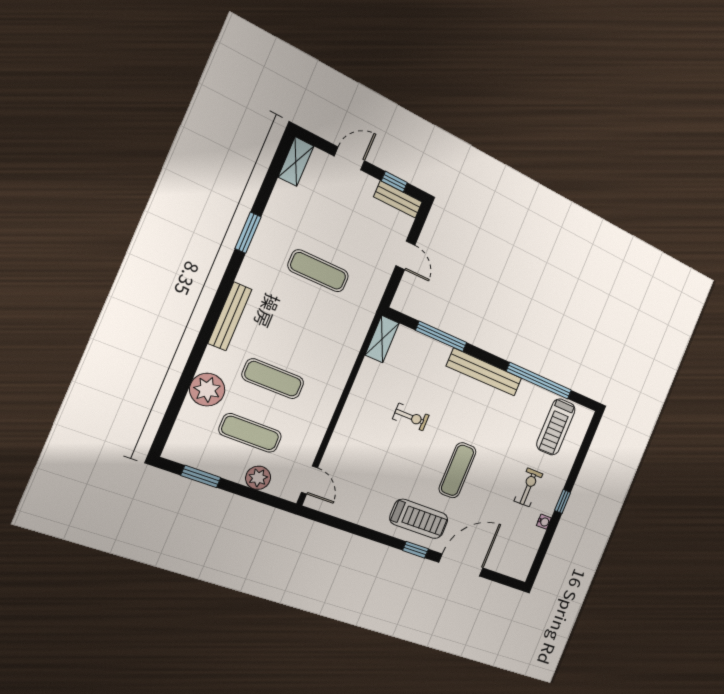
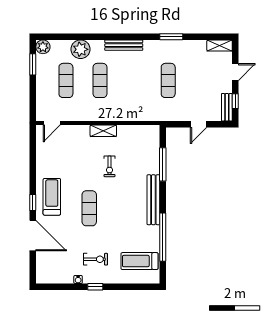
door: (349, 158) -> (235, 72), hinge flipped
shelving: (382, 339) -> (103, 131), moved
exercise mat: (457, 470) -> (89, 208), turned 90
plant: (258, 478) -> (43, 47), moved
treadmill: (419, 519) -> (52, 197), turned 180

